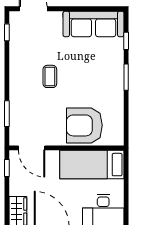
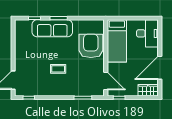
sofa: (94, 24) -> (52, 28), moved, turned 90
armchair: (84, 125) -> (91, 46), turned 180
door: (32, 148) -> (106, 81), hinge flipped

